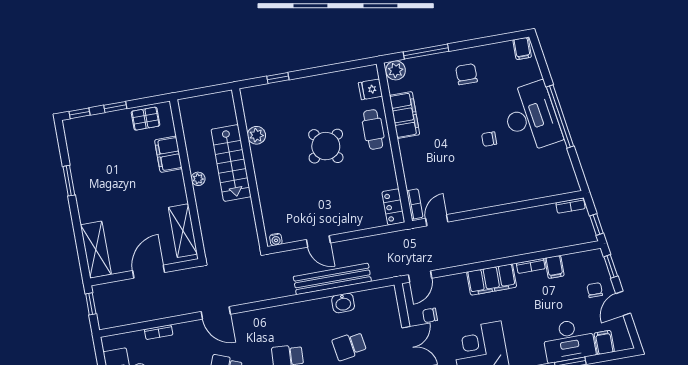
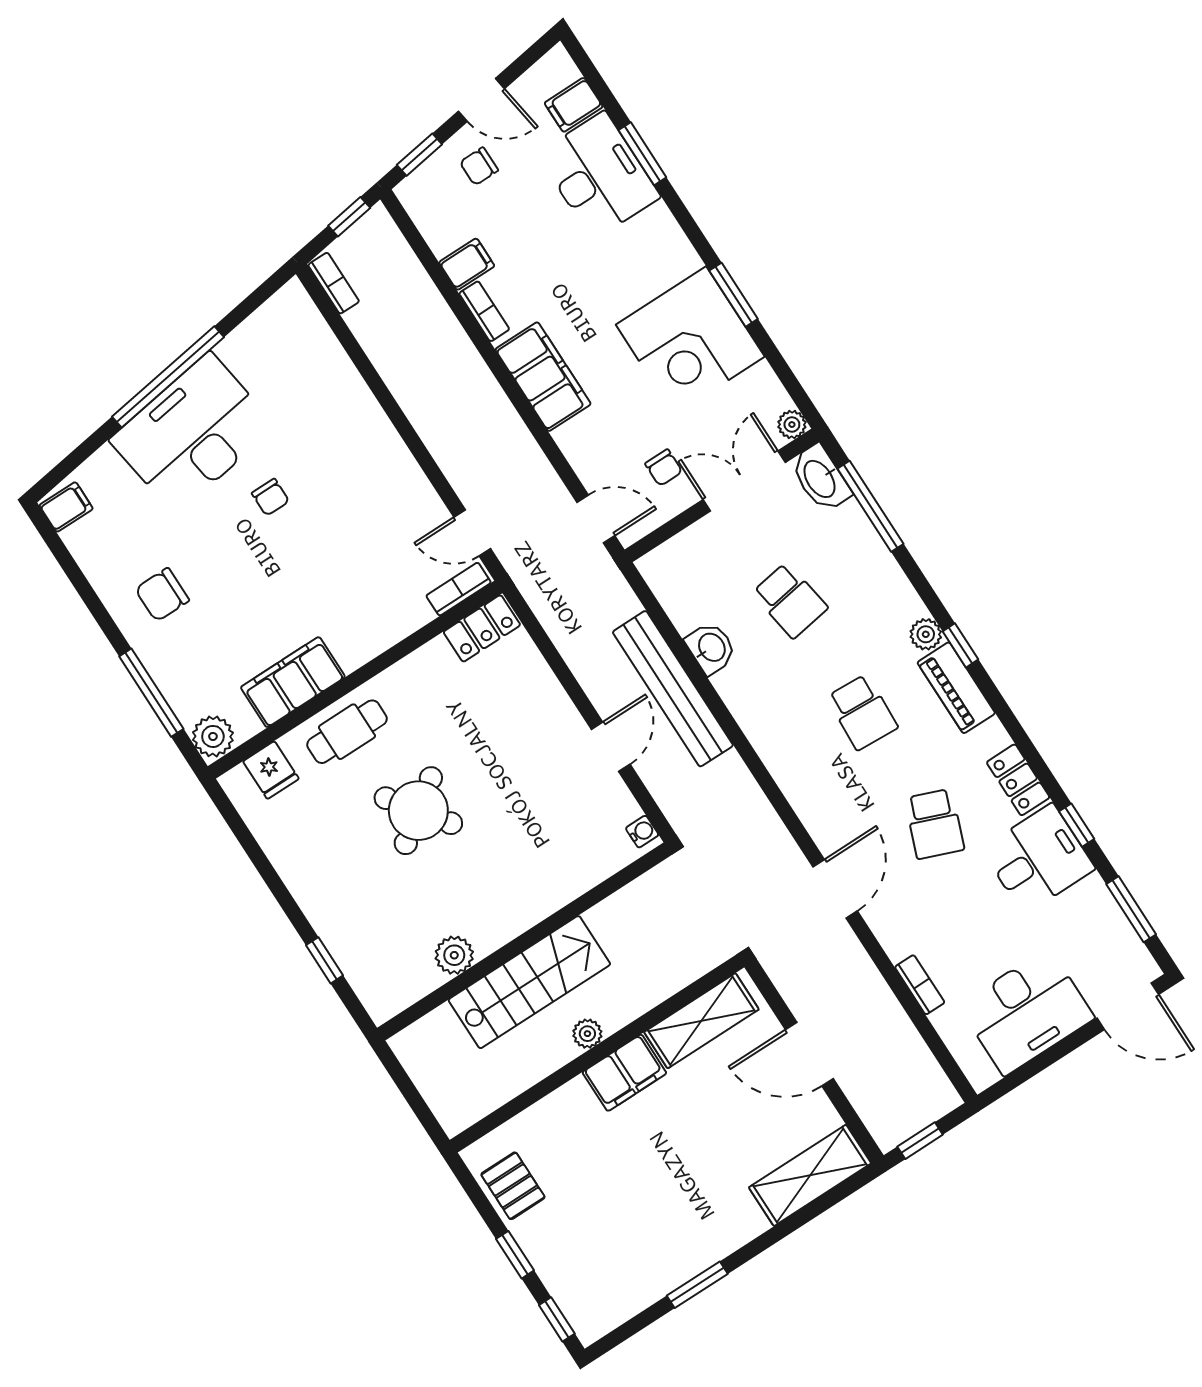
filing cabinet: (168, 154) -> (624, 1073), moved

